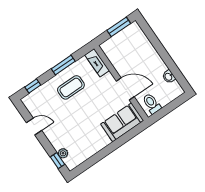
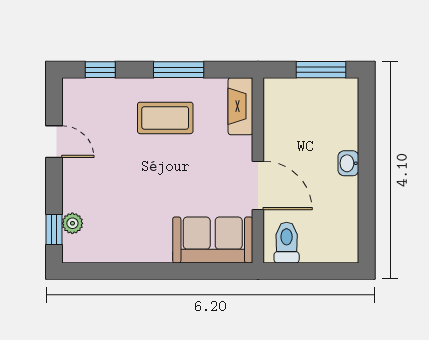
washbasin: (169, 77) -> (348, 163), moved

